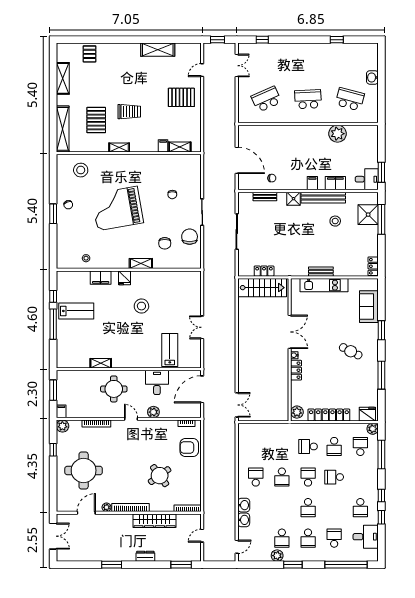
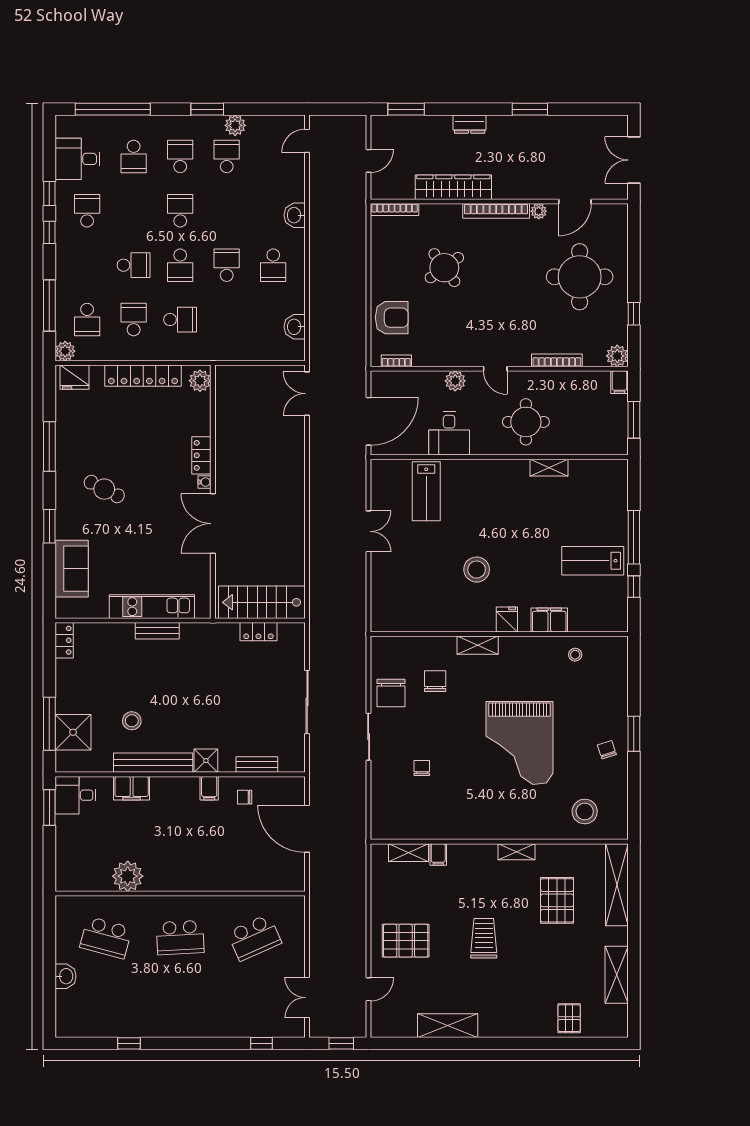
trolley: (129, 112) -> (484, 938), moved, turned 90
filing cabinet: (312, 183) -> (209, 788), moved
grand piano: (117, 209) -> (519, 743), turned 100
washbasin: (244, 520) -> (295, 327), moved

